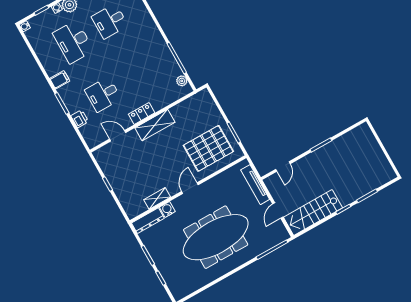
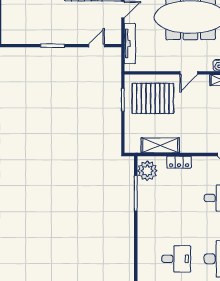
plant: (182, 81) -> (147, 171), width x1.87, depth x1.87
locker: (142, 113) -> (179, 162), moved
shelving: (155, 125) -> (160, 145), moved

